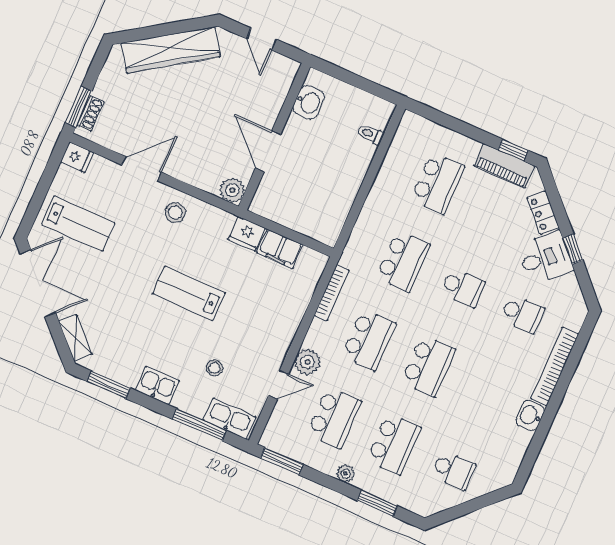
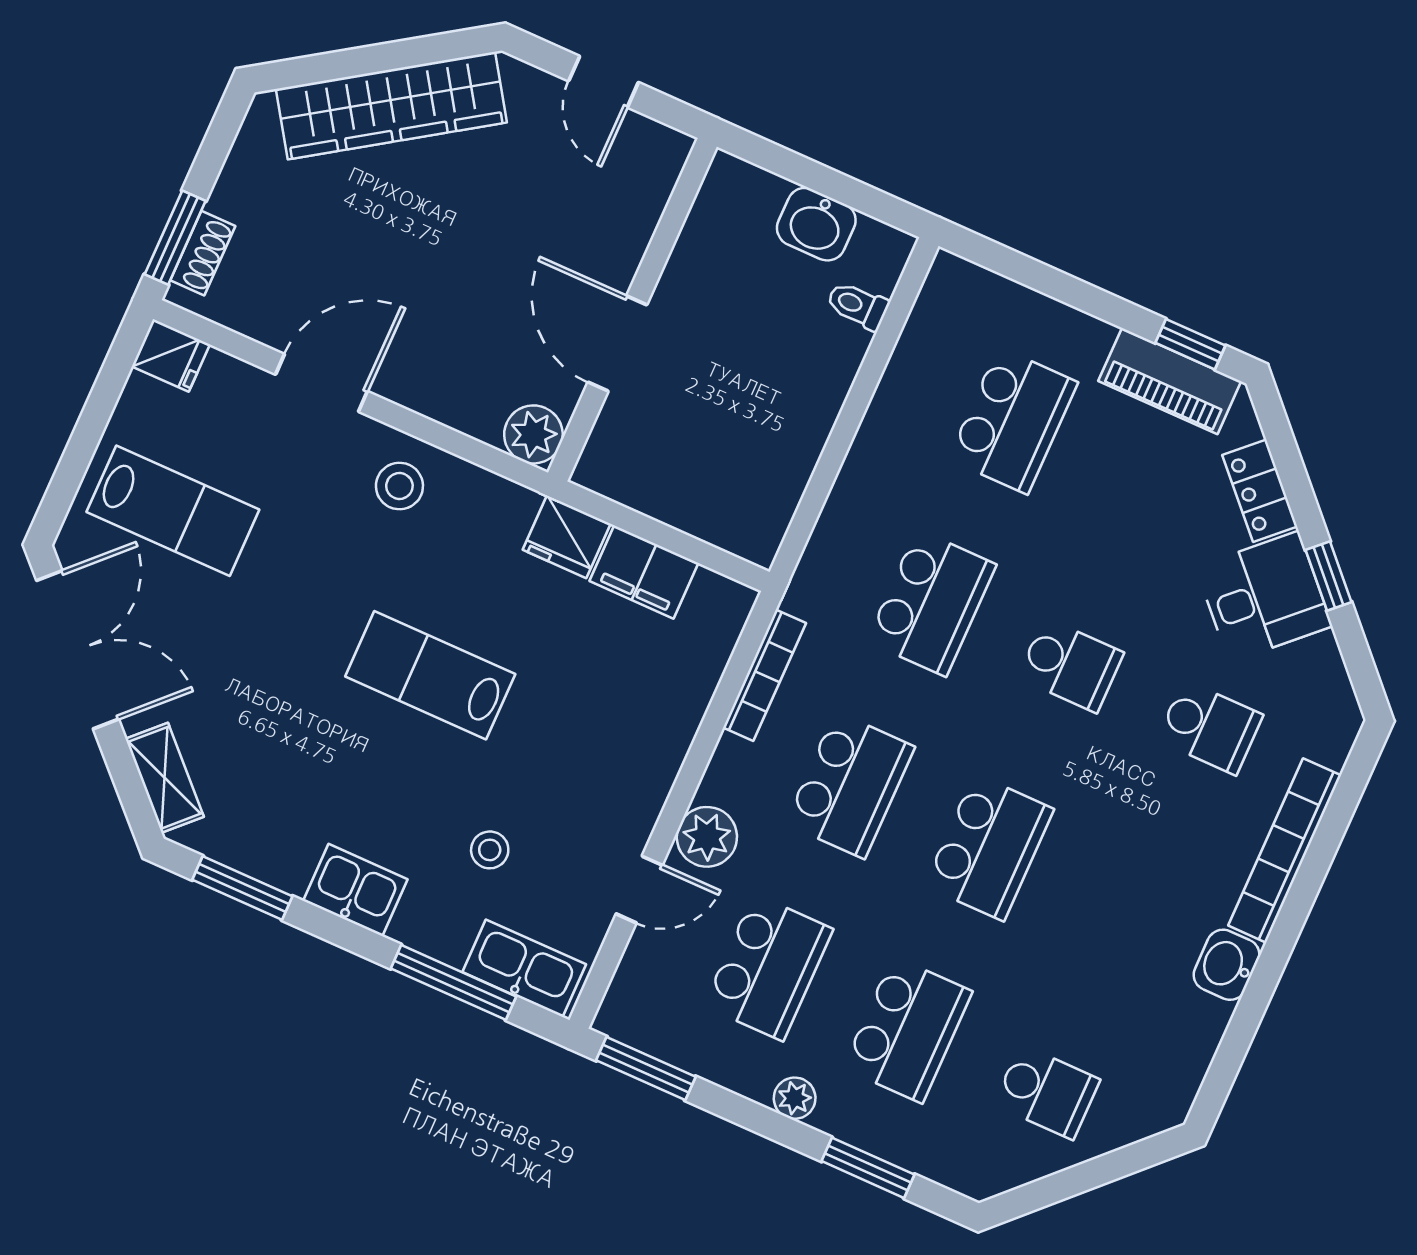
washbasin: (309, 102) -> (816, 224), moved, turned 90

